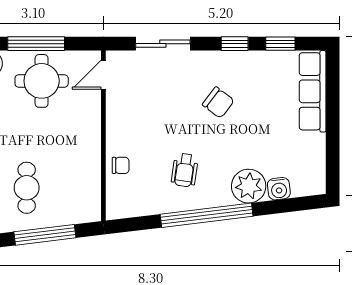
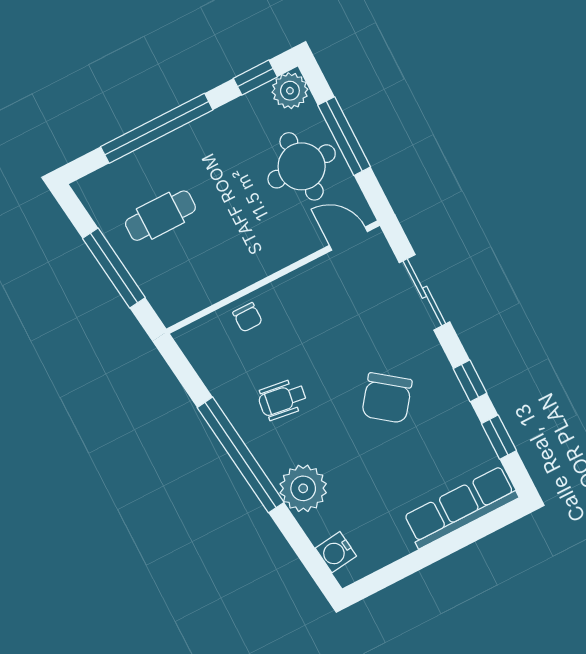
chair: (218, 103) -> (387, 398), width x1.37, depth x1.37
water cooler: (279, 189) -> (336, 552), moved

